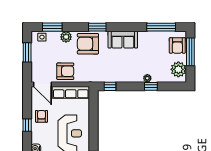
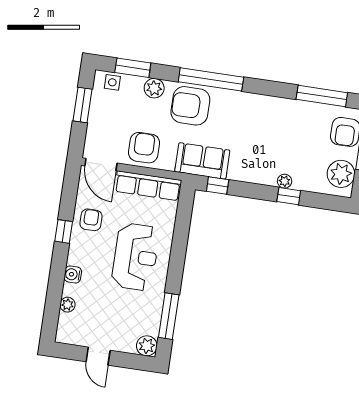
window: (97, 27) -> (211, 79), width x2.11
sofa: (123, 40) -> (202, 161), moved, turned 180
armchair: (65, 71) -> (144, 148), turned -90

